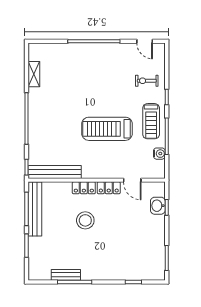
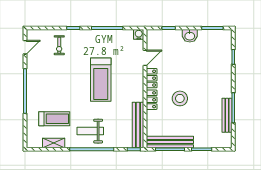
weight bench: (48, 117) -> (90, 131), added
treadmill: (151, 121) -> (54, 119), moved
water cooler: (159, 154) -> (139, 34), moved
washbasin: (158, 206) -> (190, 36), moved
bench: (66, 275) -> (227, 115), width x1.36

